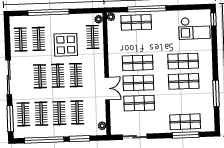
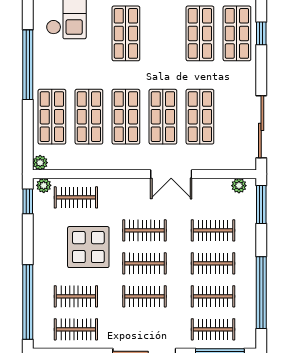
window: (147, 9) -> (28, 65), moved
window: (90, 11) -> (28, 201), added
window: (48, 12) -> (28, 302), moved
shop shelf: (137, 43) -> (89, 117), added
shop shelf: (184, 81) -> (200, 33), moved
double door: (107, 88) -> (171, 174), swing flipped
window: (186, 135) -> (261, 33), width x0.46
sliding door: (135, 137) -> (261, 127), width x1.37
window: (80, 139) -> (261, 204), moved

